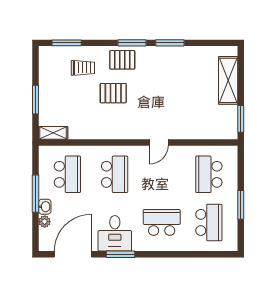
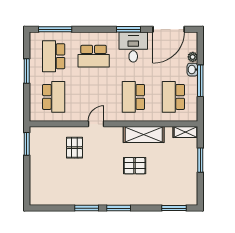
pallet: (122, 60) -> (74, 148), moved, turned 90
trolley: (83, 68) -> (160, 187), removed
shelving: (228, 80) -> (144, 135), moved, turned 90
window: (207, 254) -> (55, 29), added

